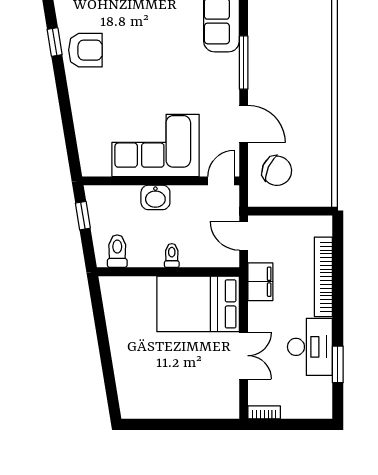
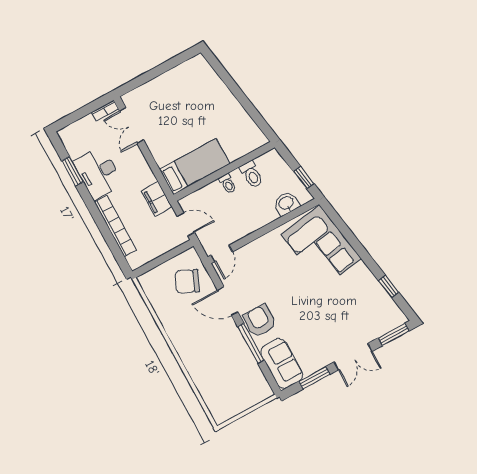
armchair: (85, 50) -> (260, 321), moved, turned 90
corner sofa: (156, 145) -> (321, 246), moved, turned 81
washbasin: (155, 197) -> (286, 203), moved
toilet: (117, 251) -> (252, 174), moved
bed: (198, 304) -> (195, 167), width x0.67
double door: (244, 356) -> (132, 125), moved

